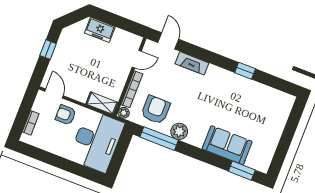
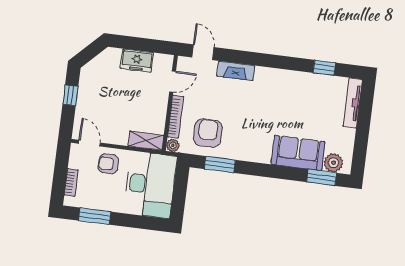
freezer: (100, 30) -> (137, 61), moved
window: (245, 71) -> (324, 68), moved
tv unit: (283, 114) -> (353, 103), added
plant: (179, 131) -> (333, 163), moved
window: (159, 139) -> (220, 164), width x0.69
window: (43, 156) -> (95, 216), added

